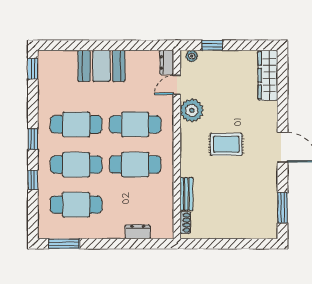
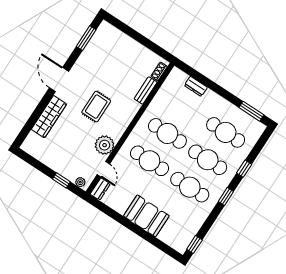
wardrobe: (268, 75) -> (49, 117), moved
door: (177, 85) -> (103, 169), hinge flipped
rug: (226, 144) -> (96, 107), turned 90

